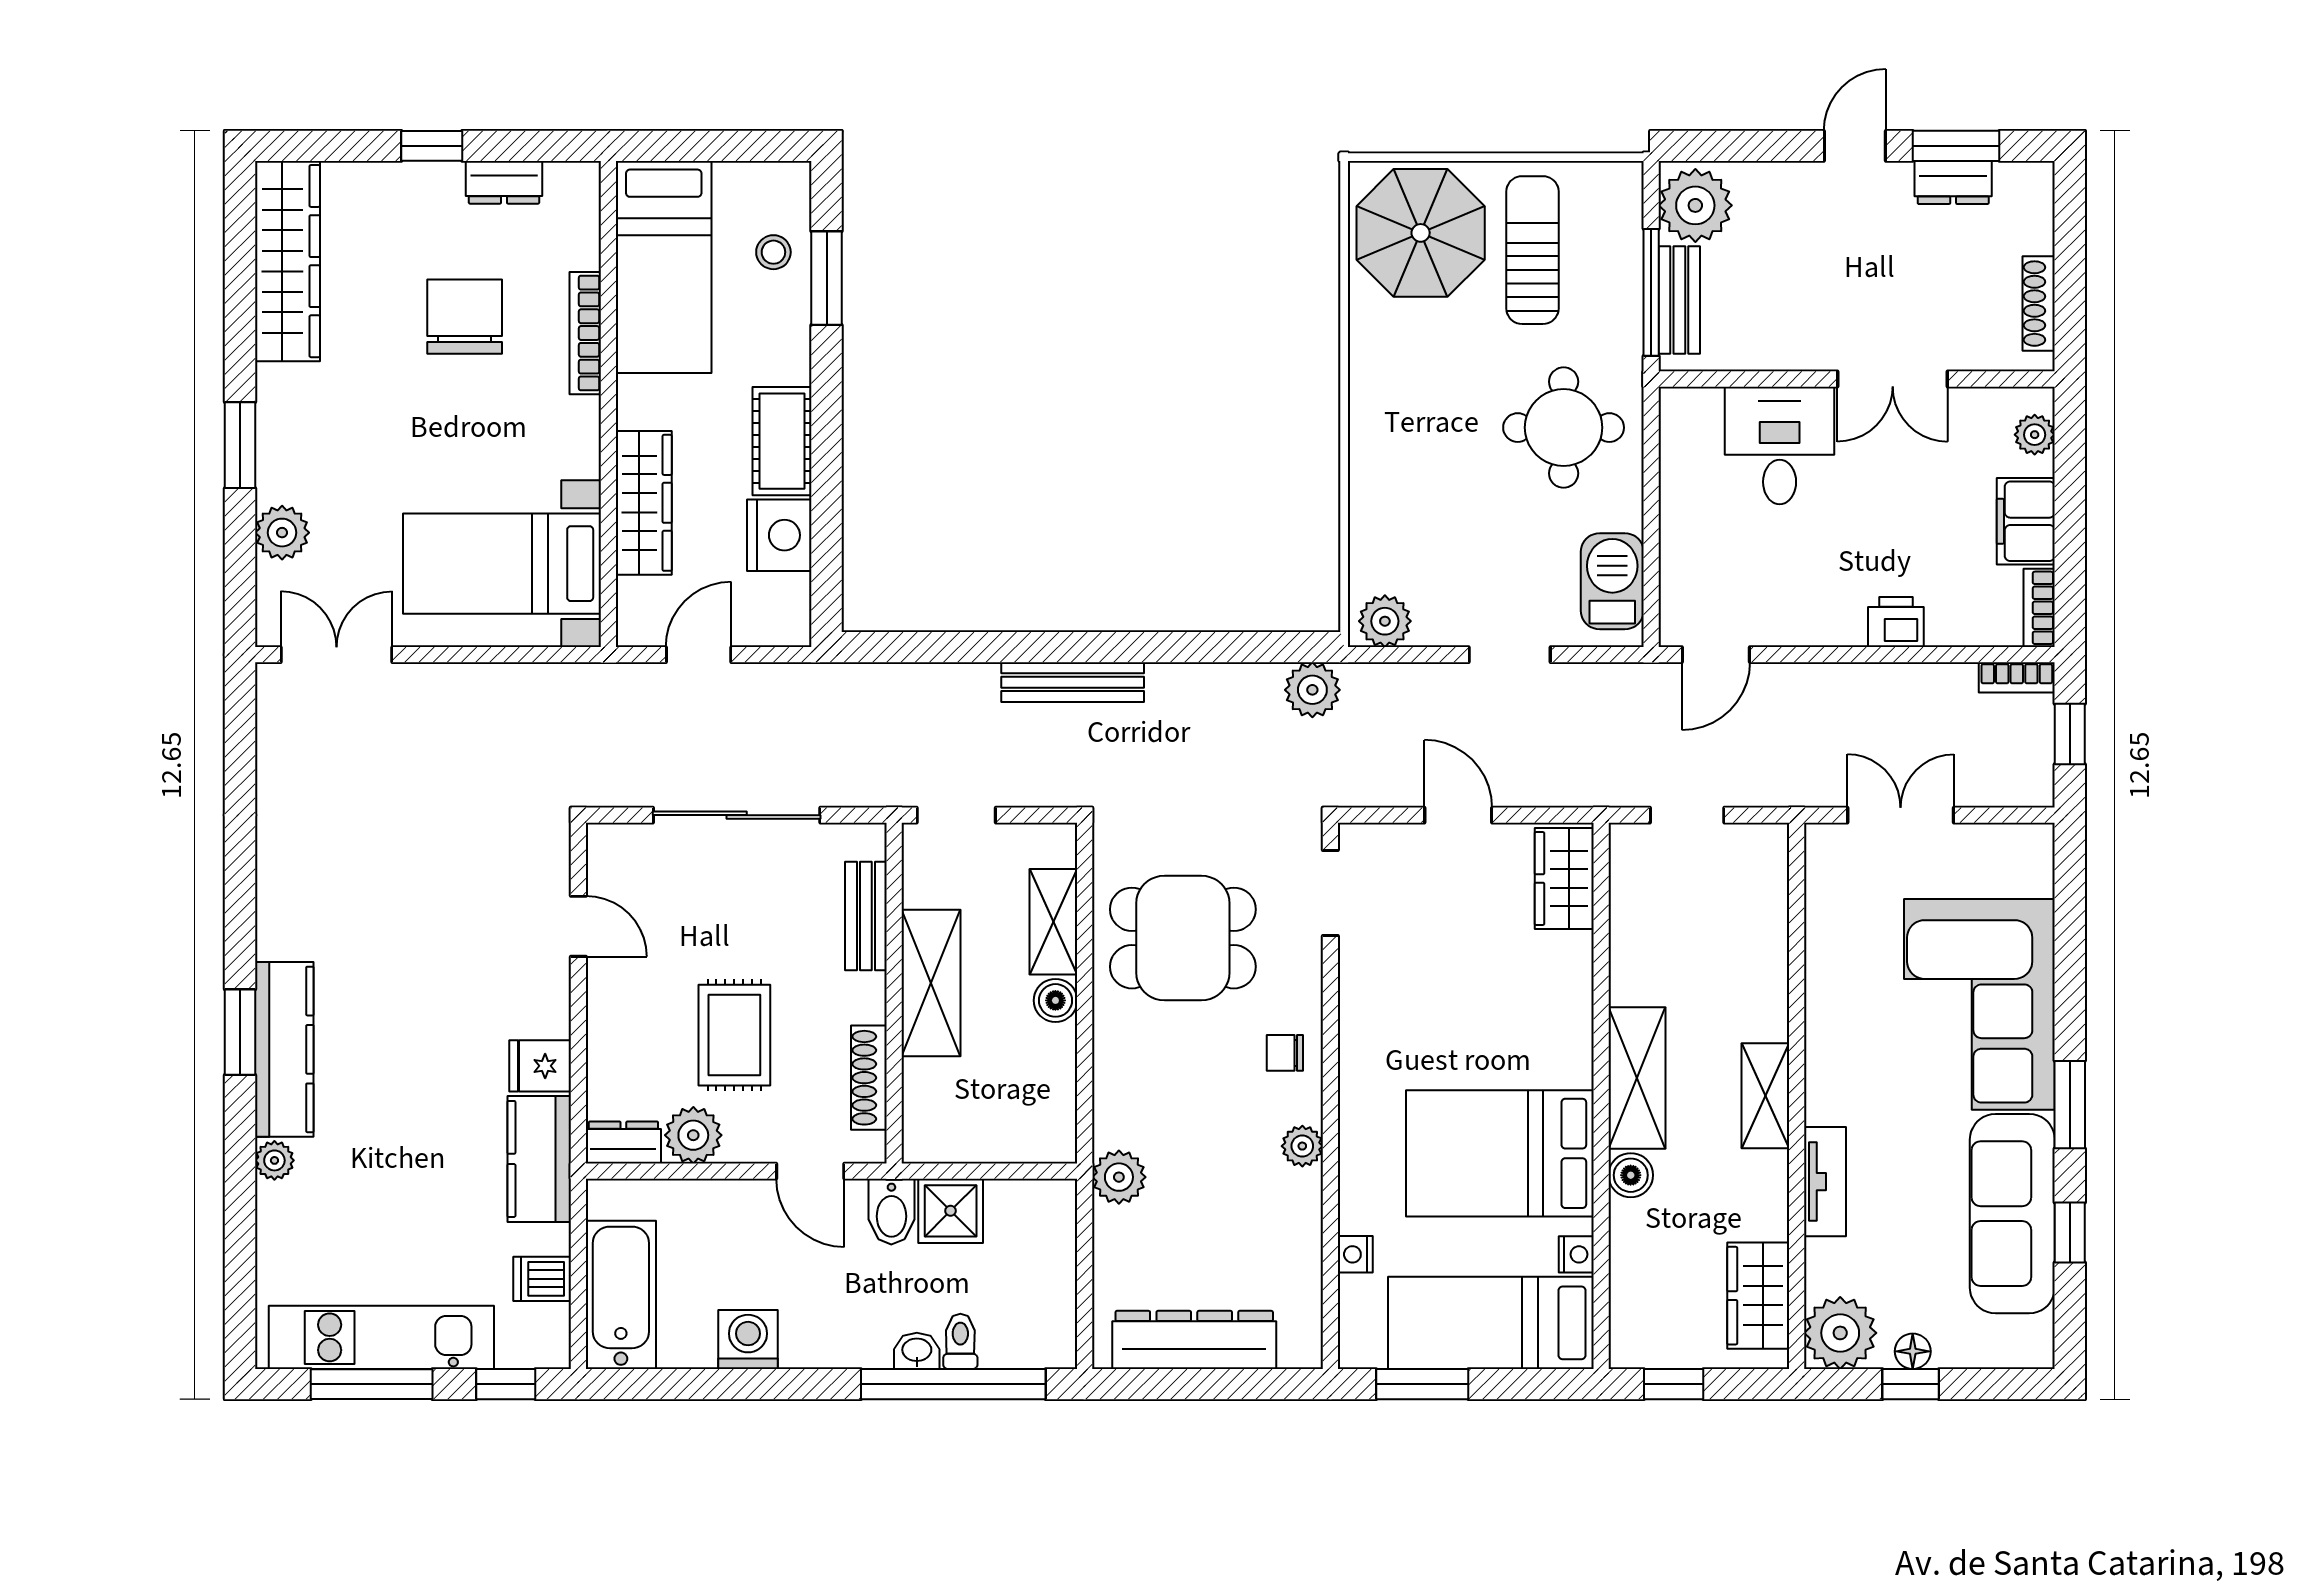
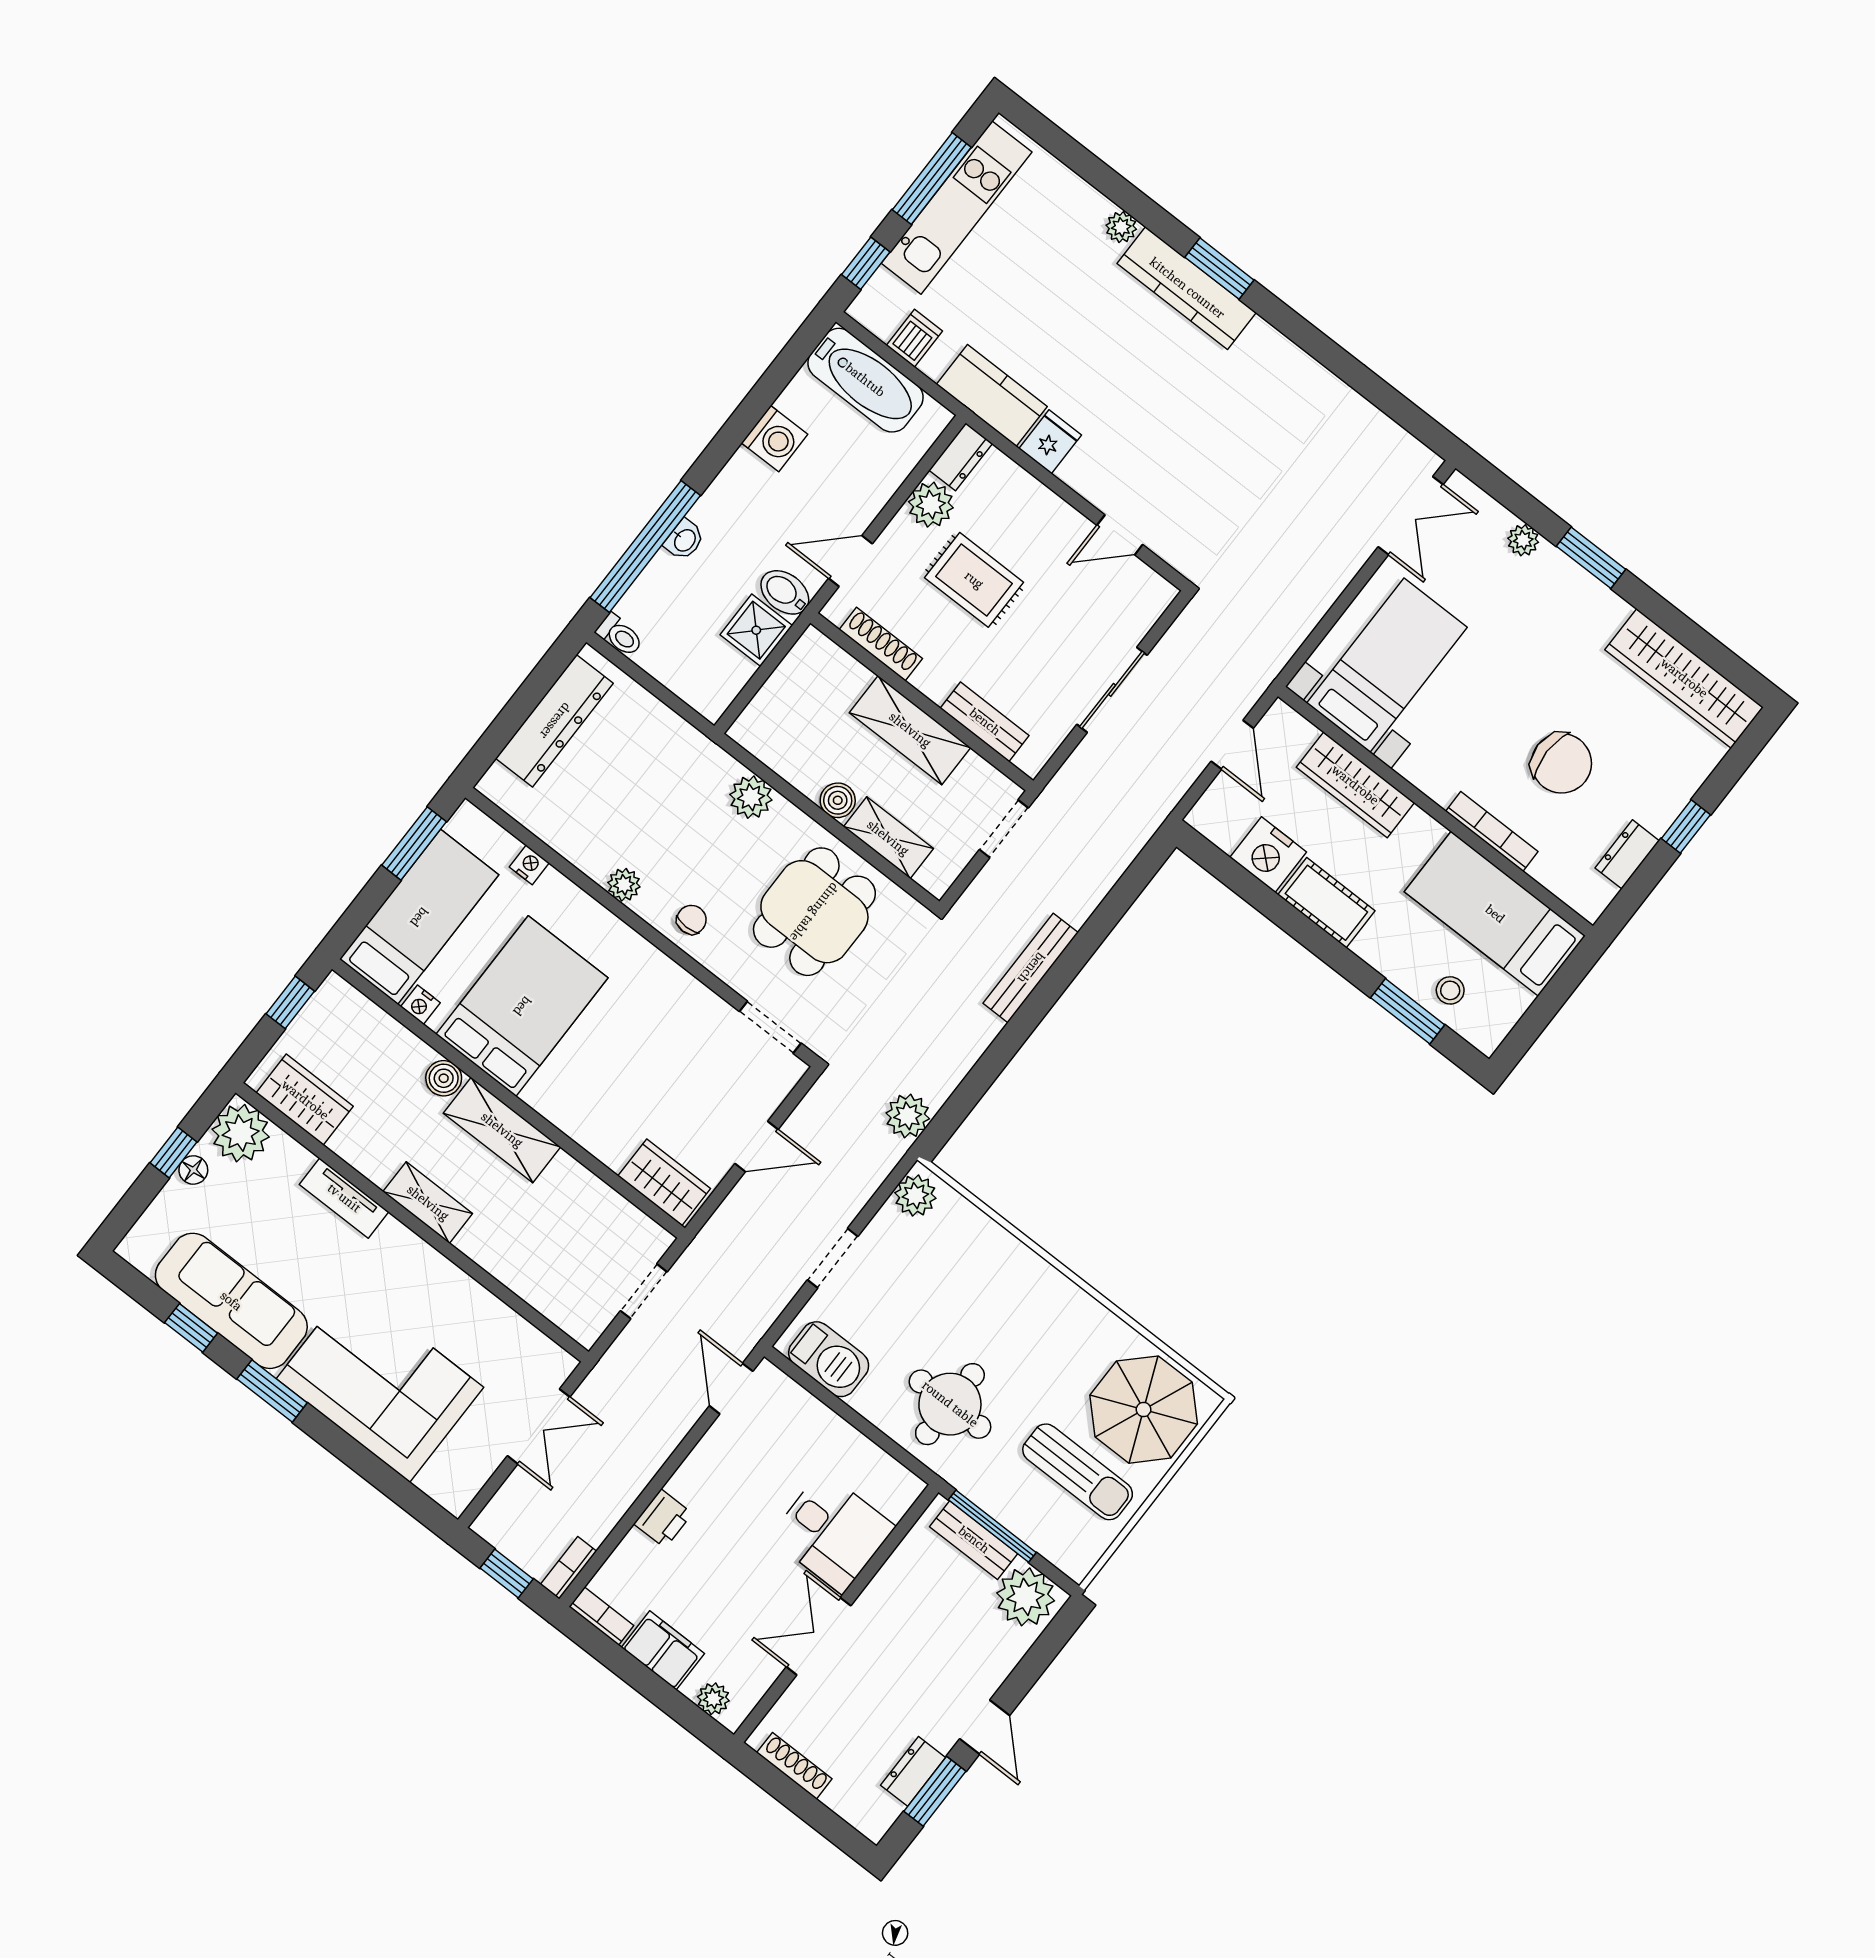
plant: (282, 533) -> (1523, 540), width x0.73, depth x0.73
sliding door: (737, 815) -> (1112, 690), width x0.73
plant: (1119, 1177) -> (751, 797), moved
toilet: (960, 1341) -> (620, 635), moved

